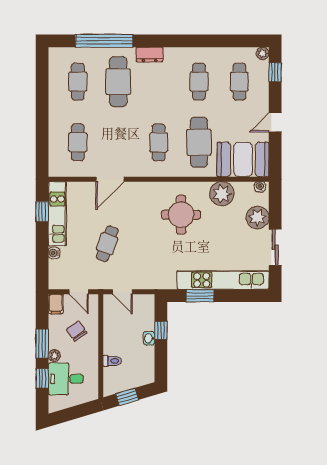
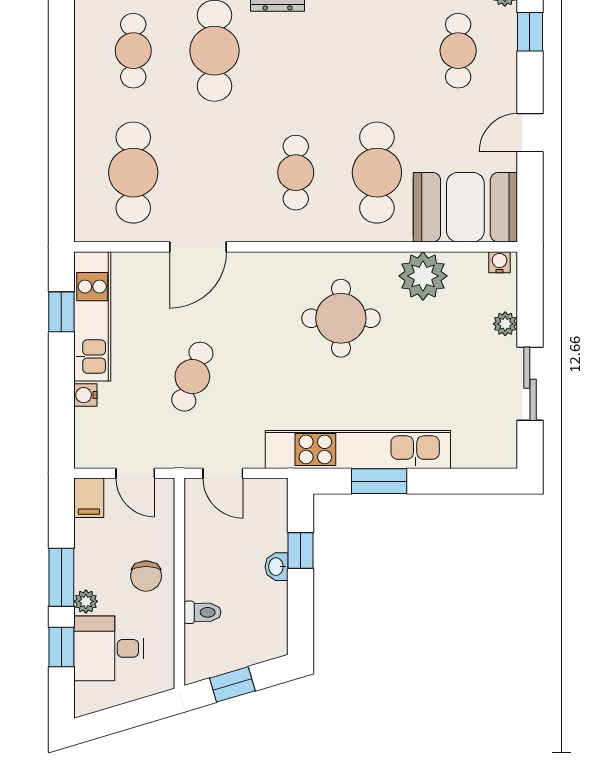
cafe table: (199, 82) -> (377, 51), removed
cafe table: (78, 142) -> (133, 173), width x1.37, depth x1.35
plant: (257, 217) -> (505, 324), width x0.53, depth x0.53
kitchen unit: (223, 280) -> (358, 449), moved
chair: (77, 331) -> (146, 576), moved, turned -145

